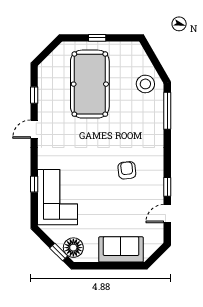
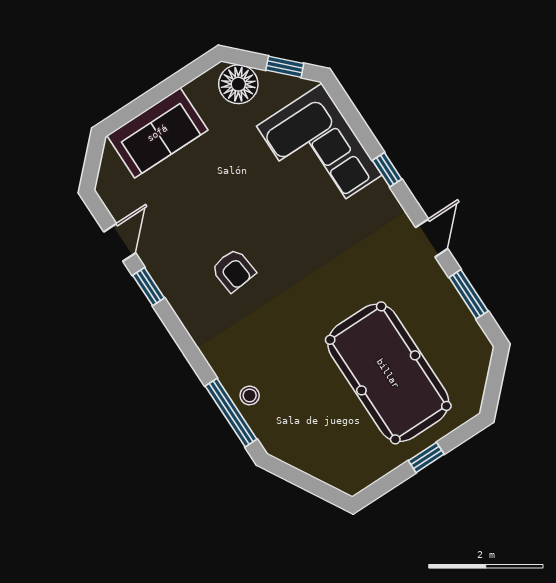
stool: (145, 84) -> (250, 395), moved, width x0.53, depth x0.53
window: (34, 95) -> (469, 294), width x1.50
window: (34, 184) -> (387, 170), moved
window: (59, 252) -> (285, 67), moved

